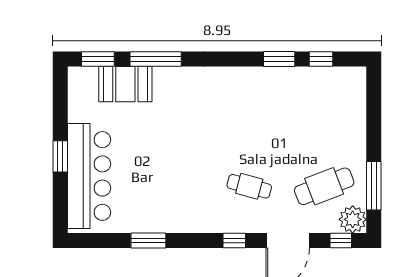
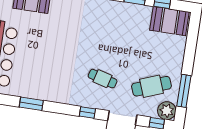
booth: (336, 85) -> (169, 21), added

